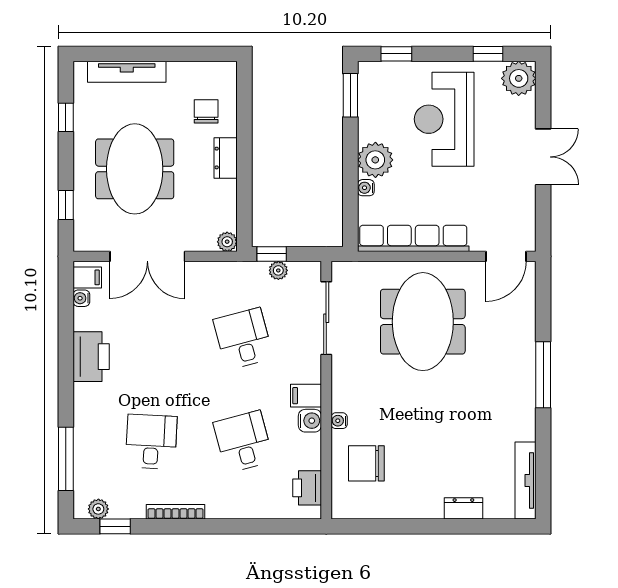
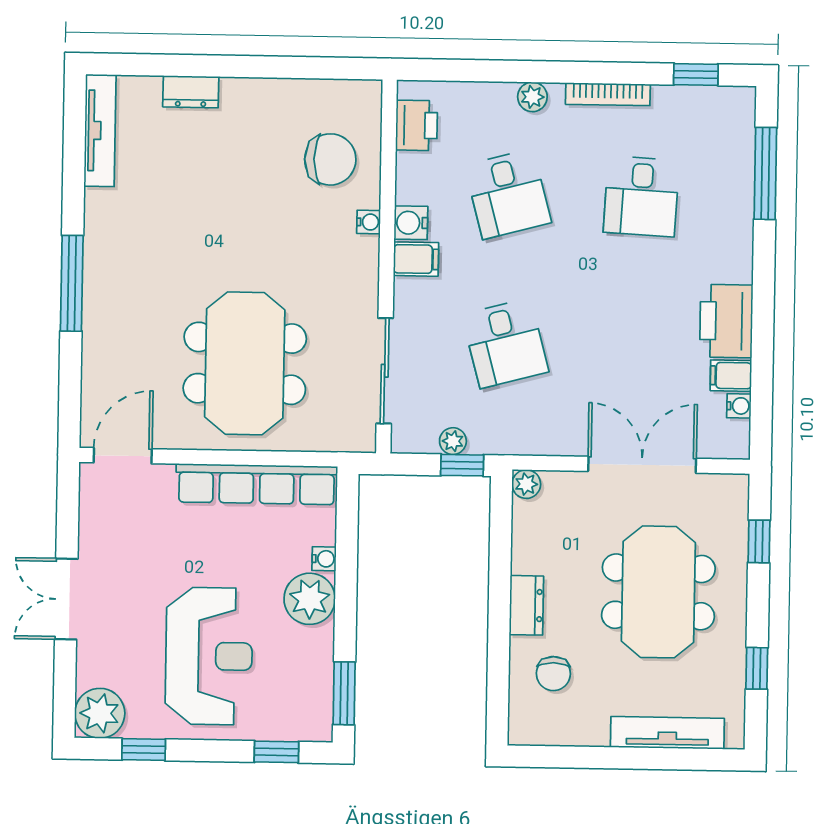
filing cabinet: (87, 277) -> (731, 376), moved
plant: (98, 509) -> (532, 97), moved

